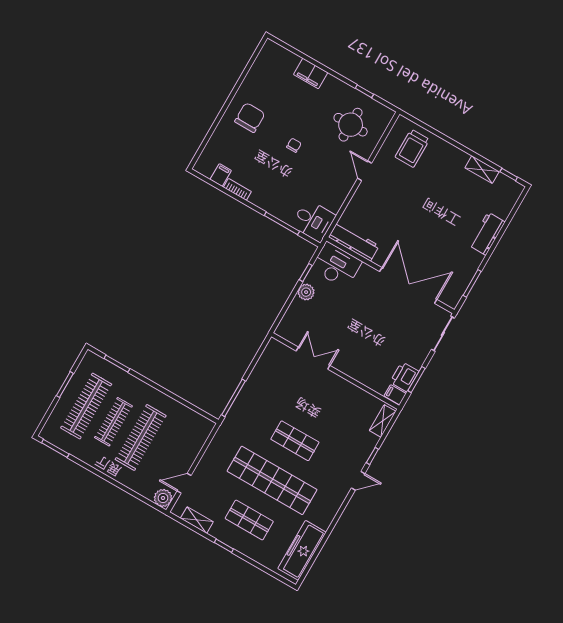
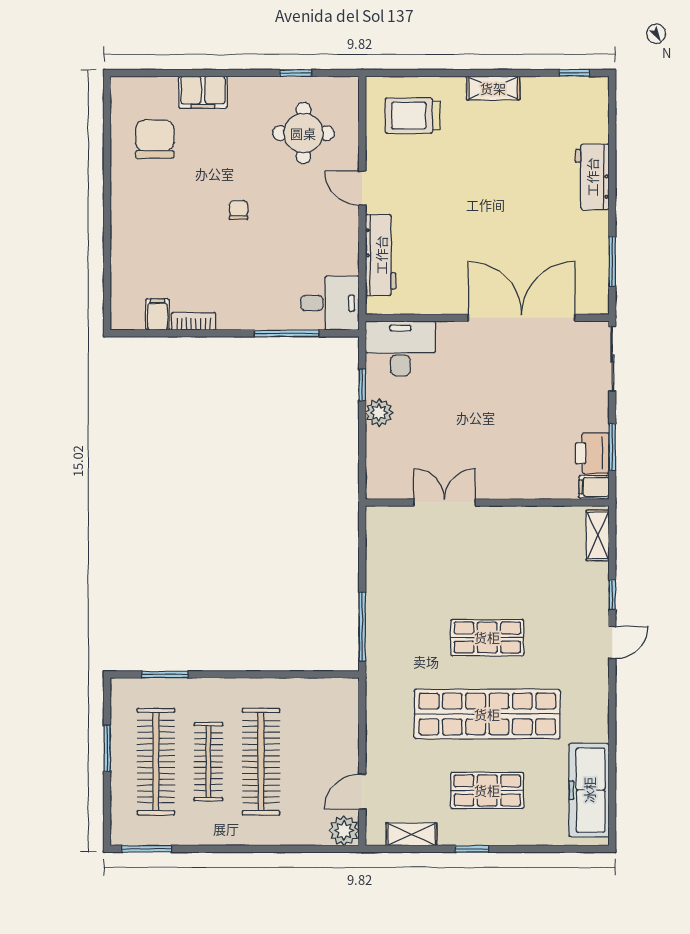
chair: (250, 118) -> (155, 139), moved
trolley: (412, 148) -> (413, 116), turned 90
shelving: (482, 170) -> (493, 88), moved
workbench: (354, 241) -> (381, 255), moved, turned 90

